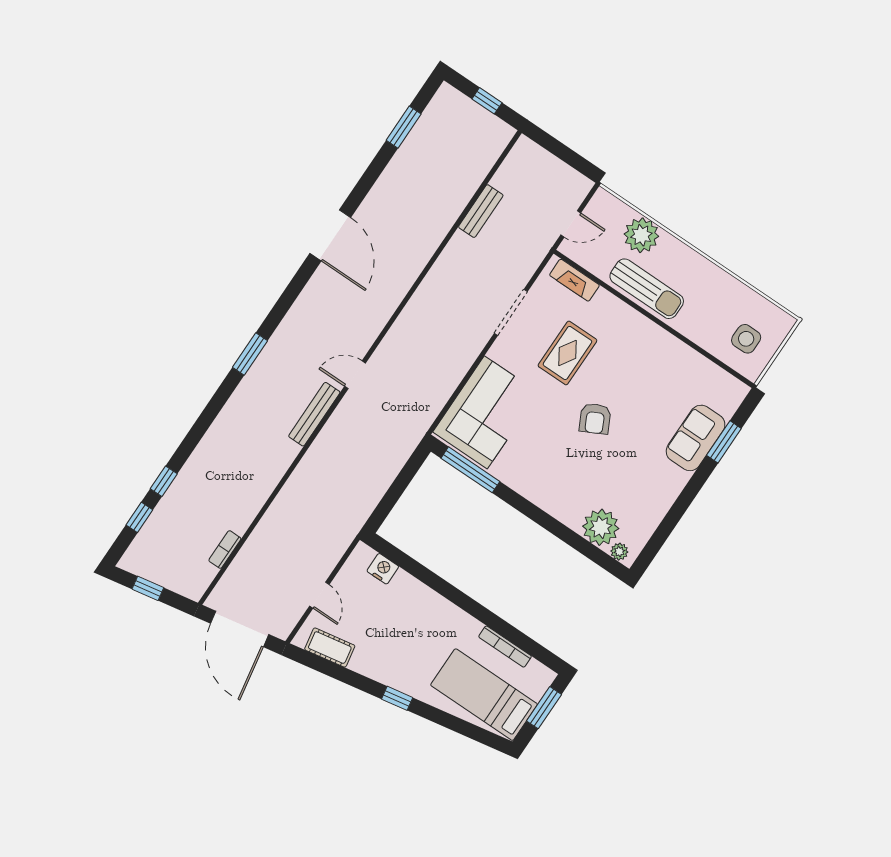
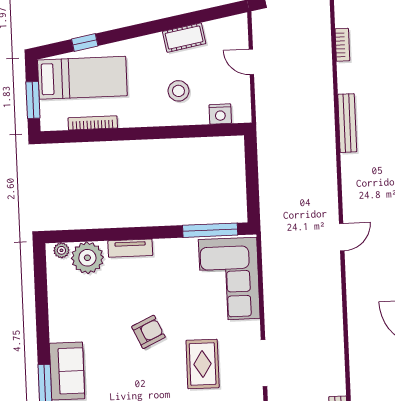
bench: (314, 414) -> (347, 123), moved
armchair: (595, 419) -> (148, 332), turned 92
tv unit: (555, 507) -> (130, 248), added
stool: (405, 618) -> (178, 91), added
cot: (330, 648) -> (184, 38), moved
window: (397, 698) -> (85, 42), moved

